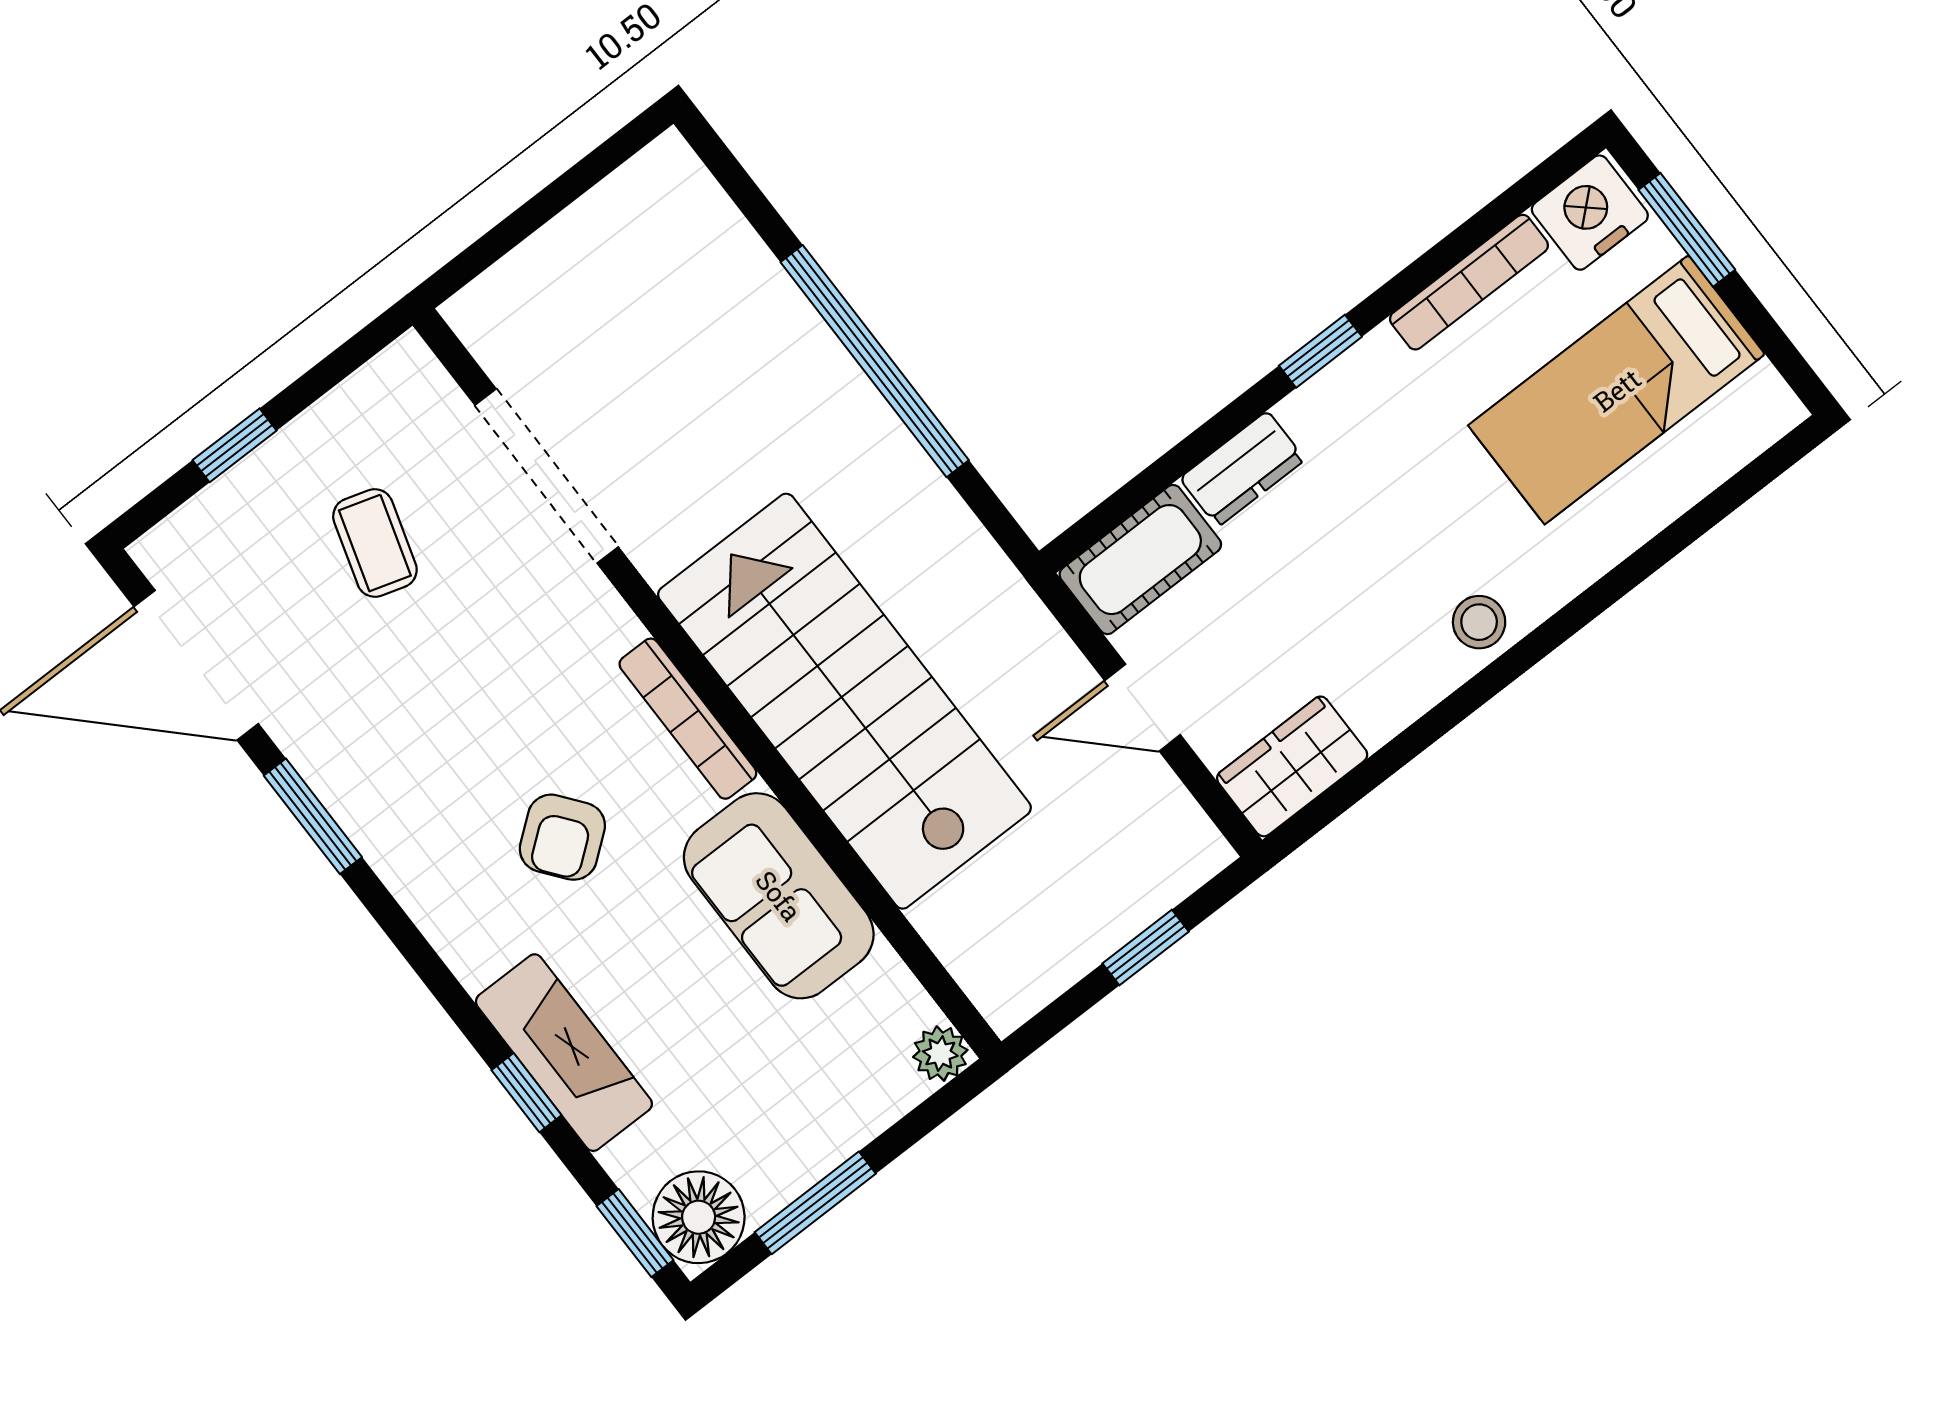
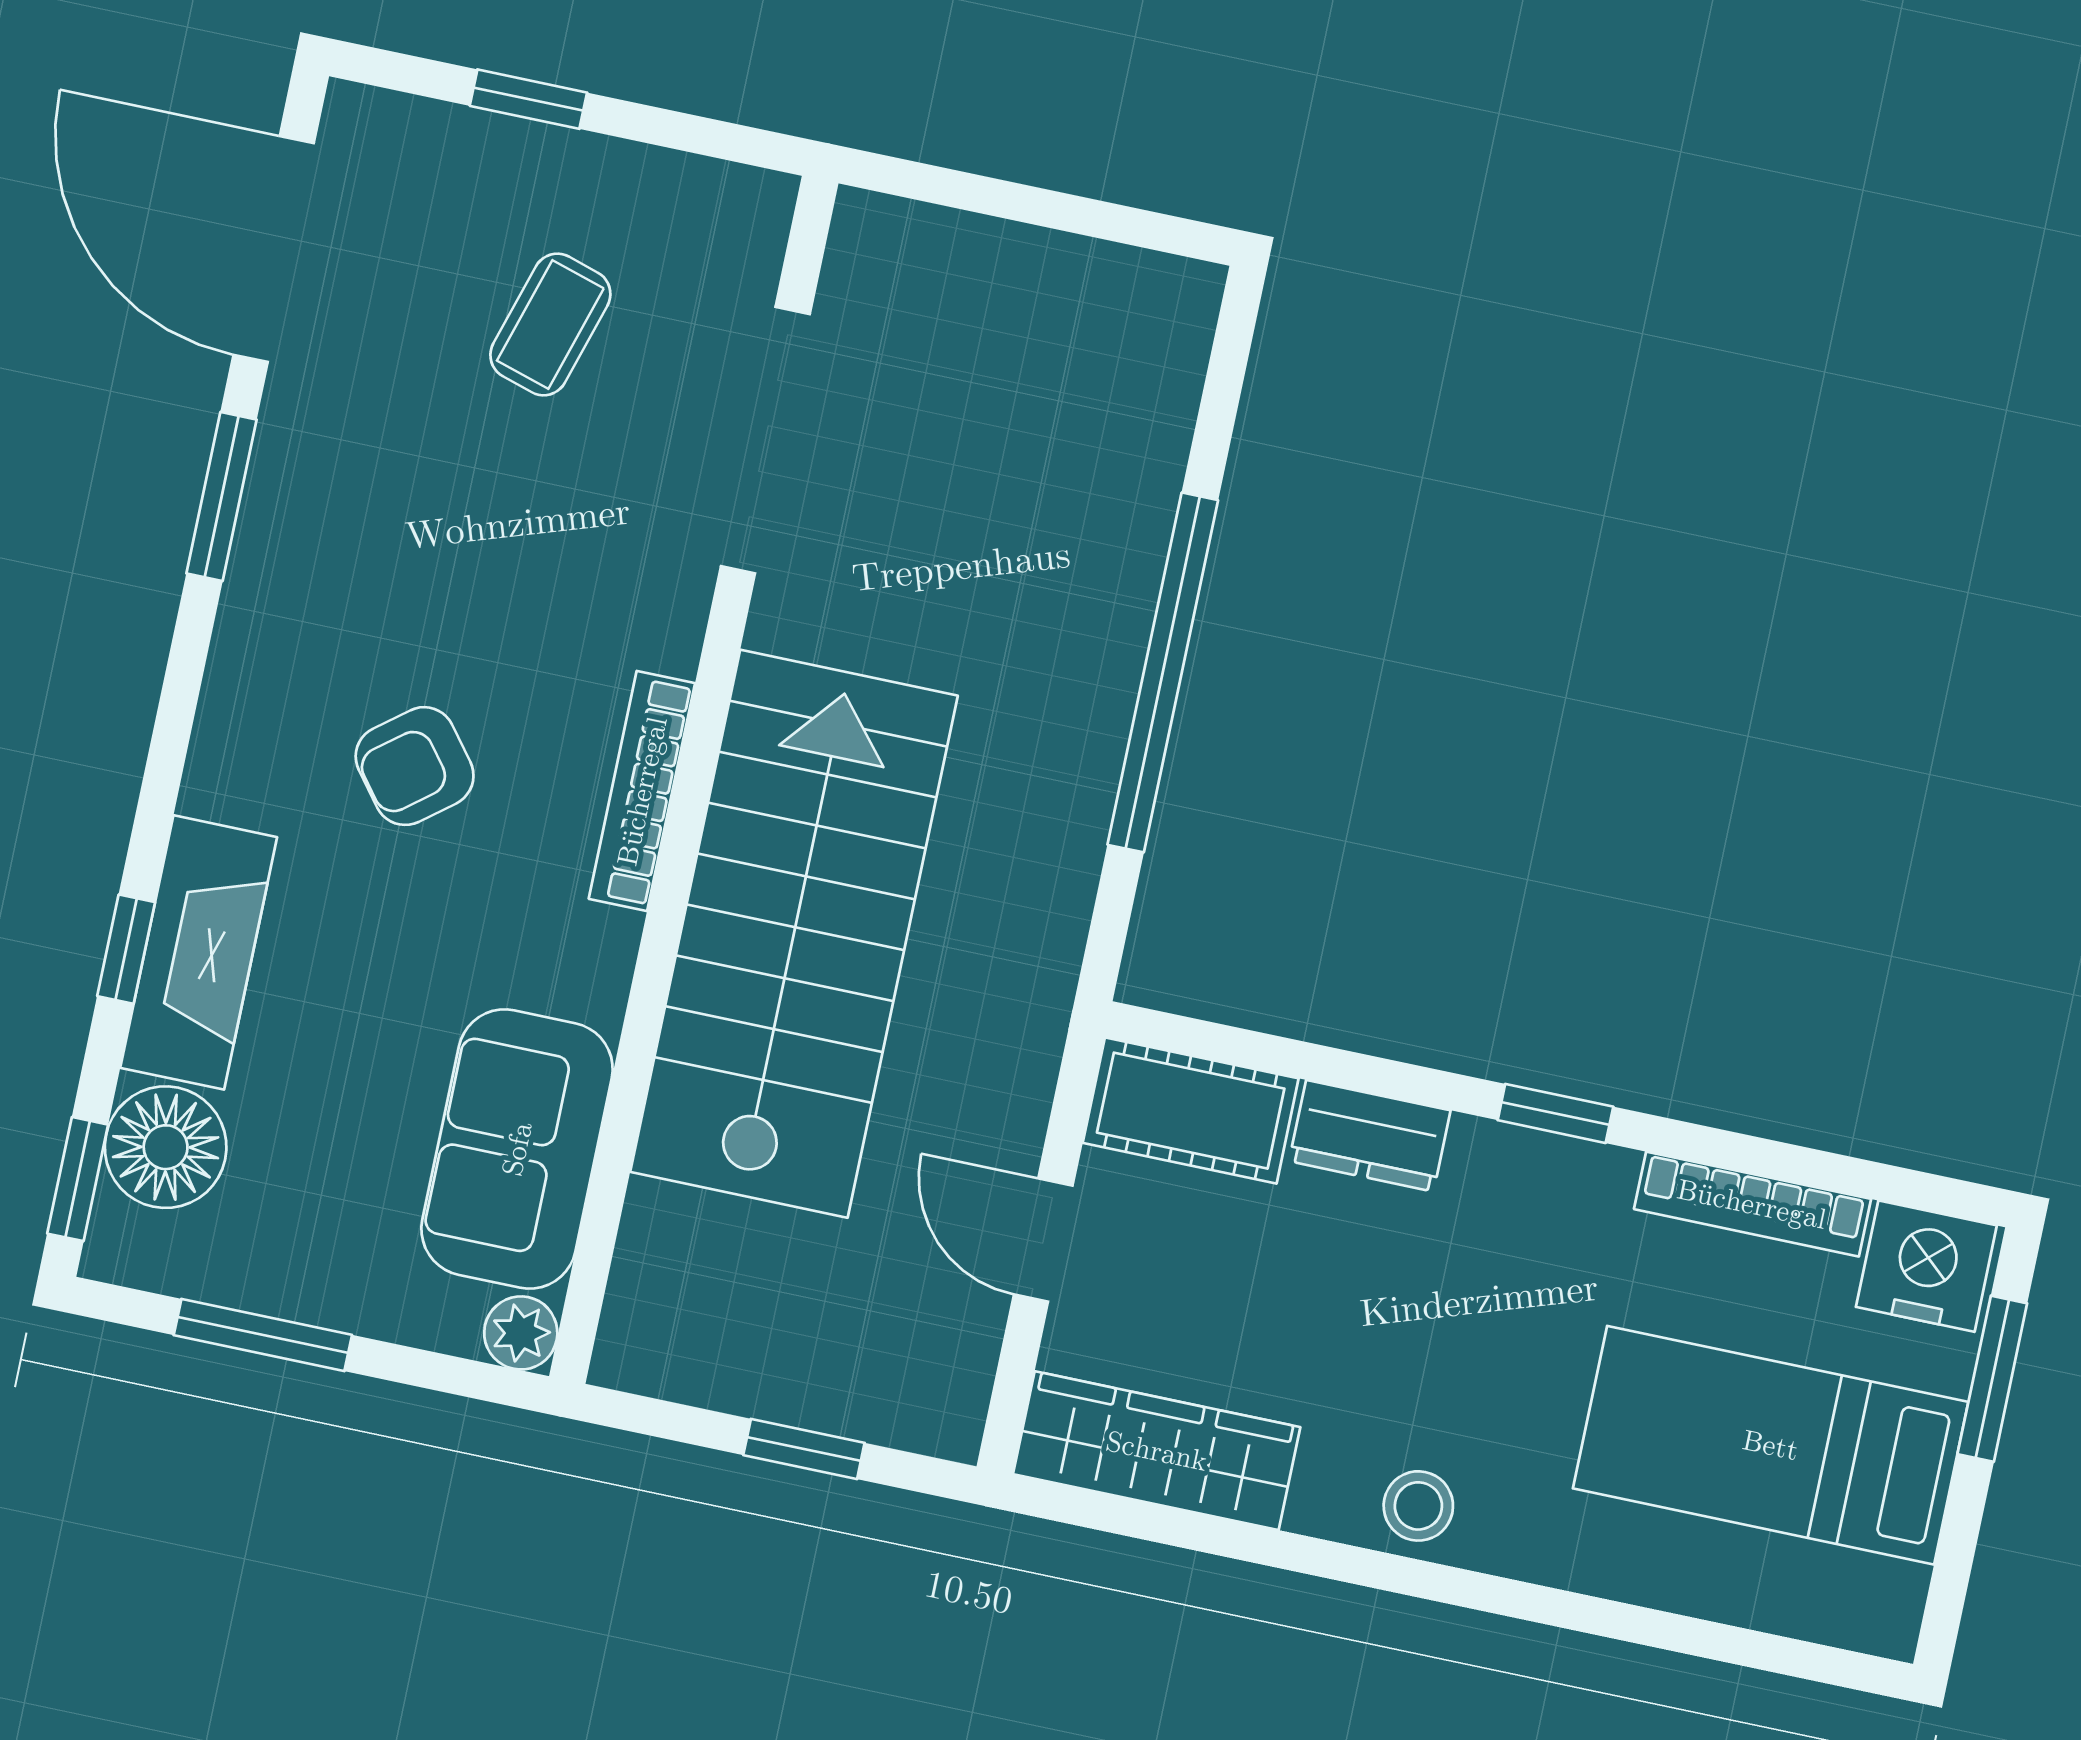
wardrobe: (1292, 766) -> (1157, 1451), width x1.50
sofa: (779, 896) -> (517, 1149), moved
floor lamp: (699, 1217) -> (166, 1147), moved

